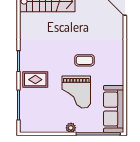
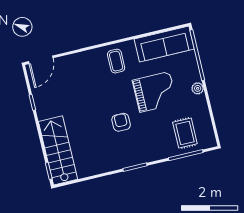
armchair: (58, 59) -> (121, 122), added
coffee table: (84, 60) -> (116, 61), moved
rug: (35, 80) -> (185, 133), moved

